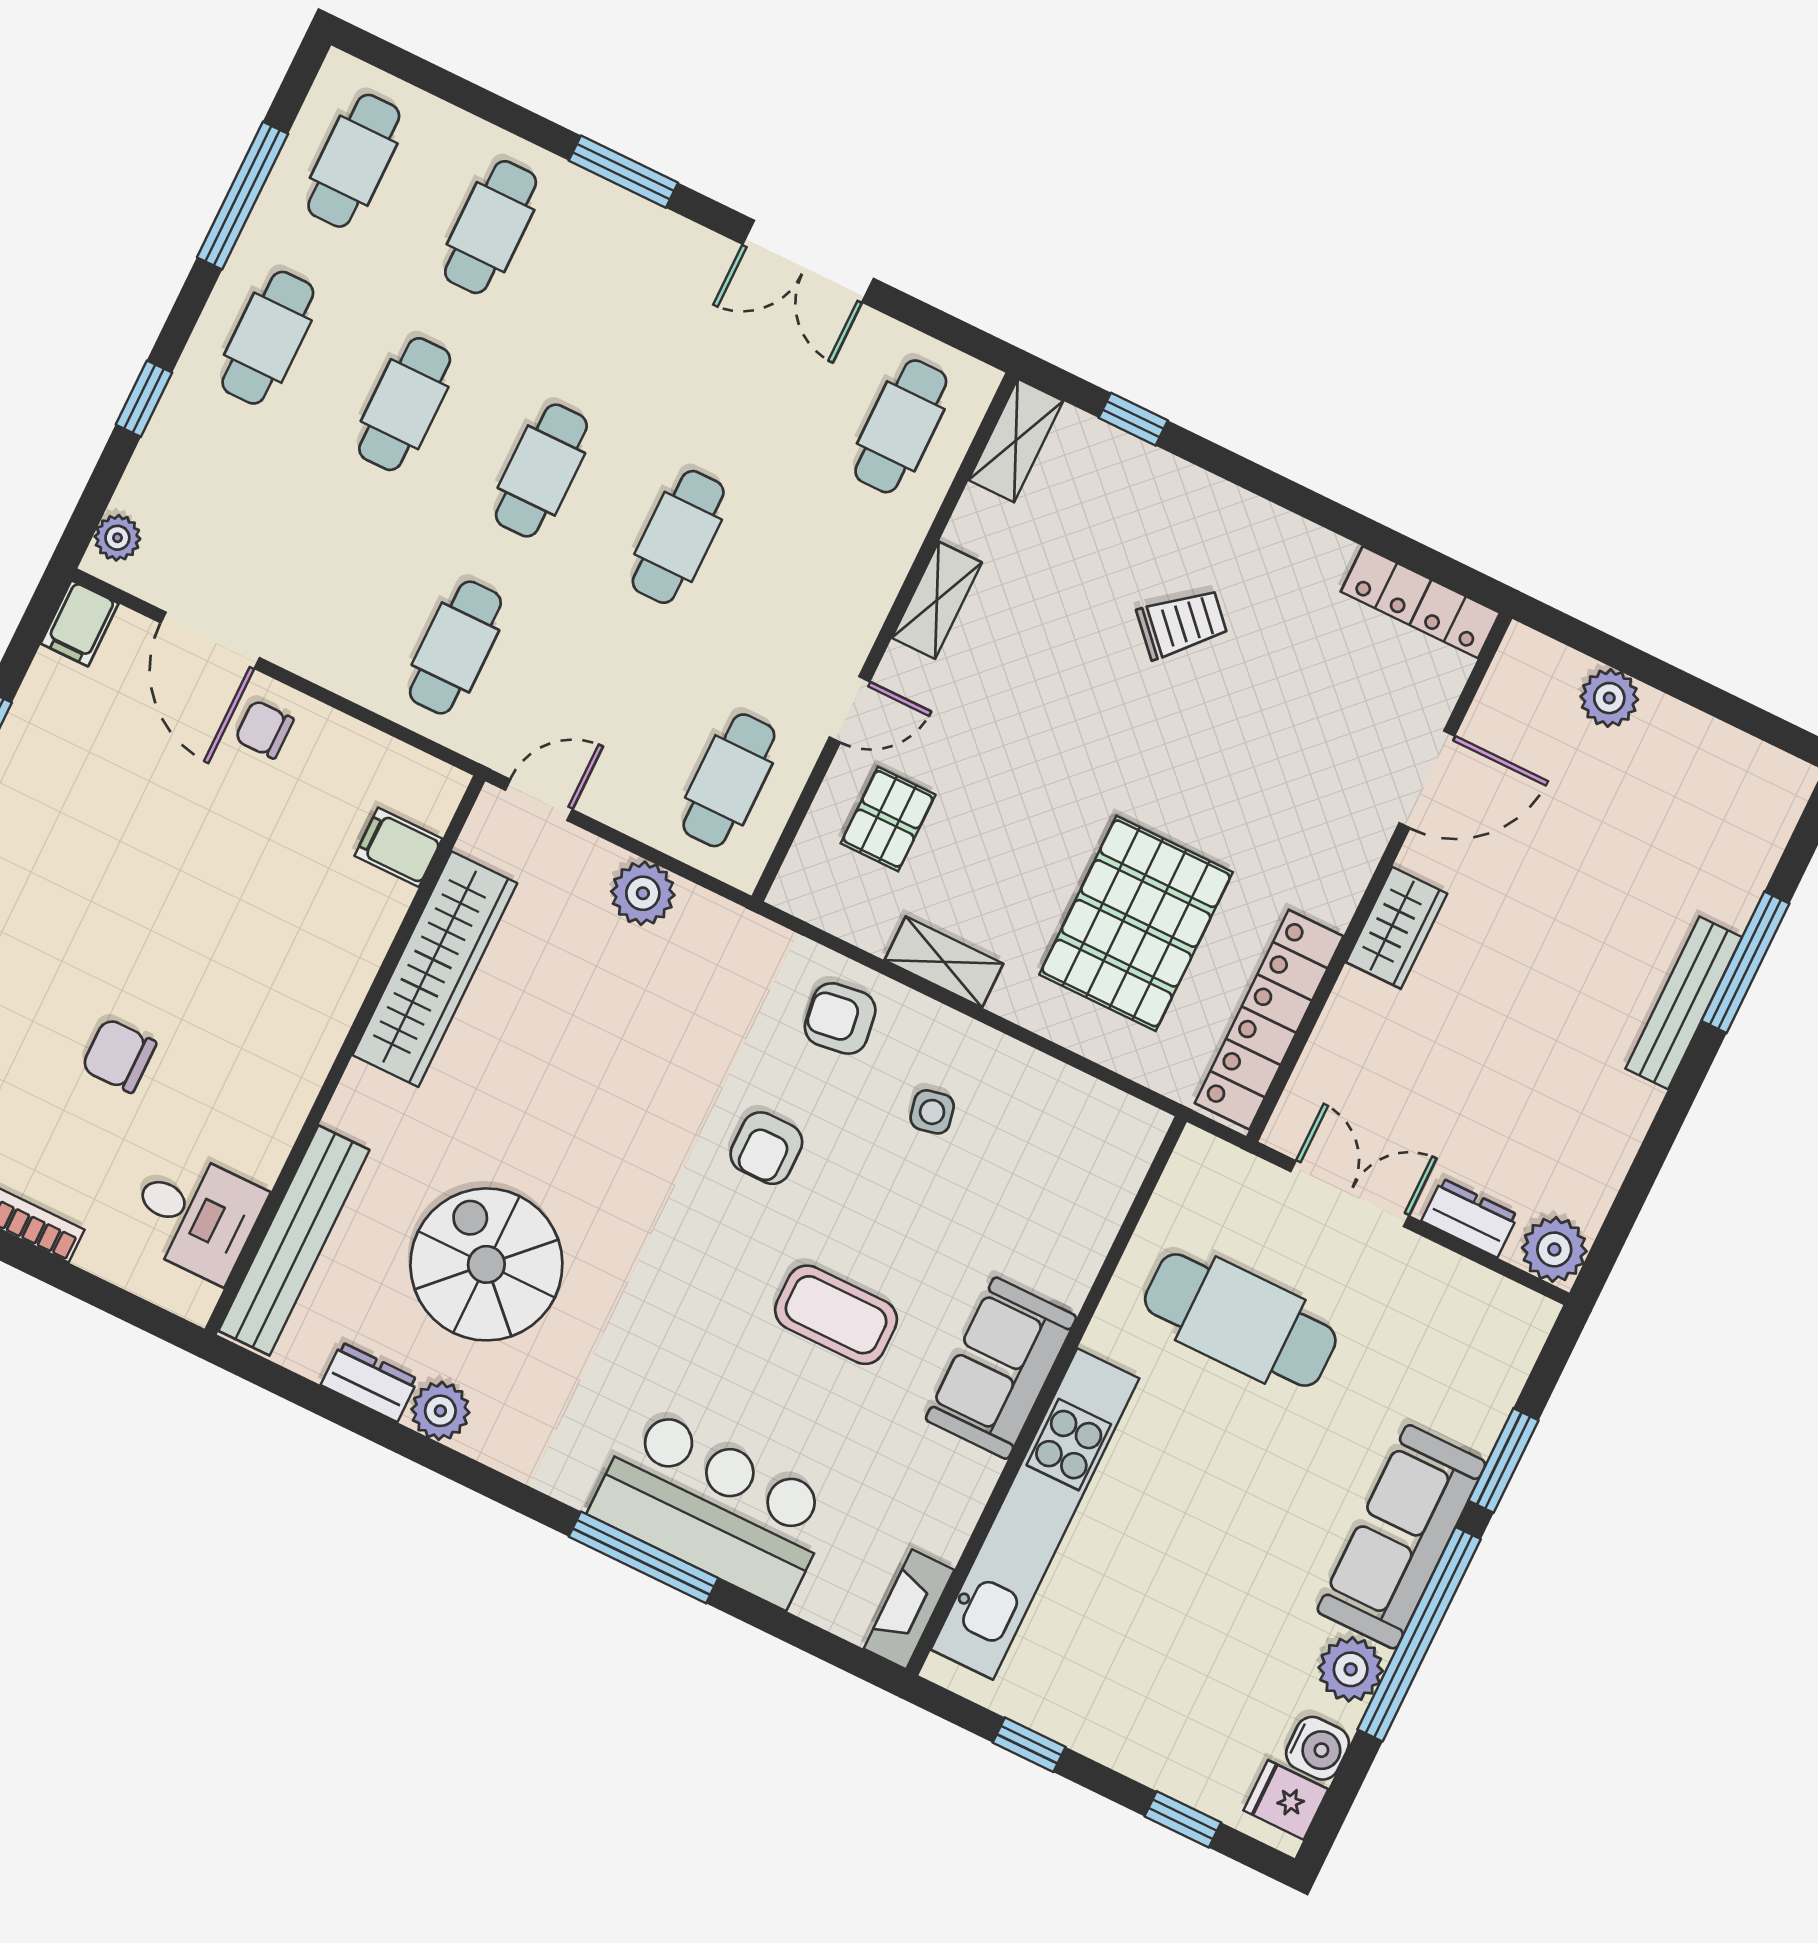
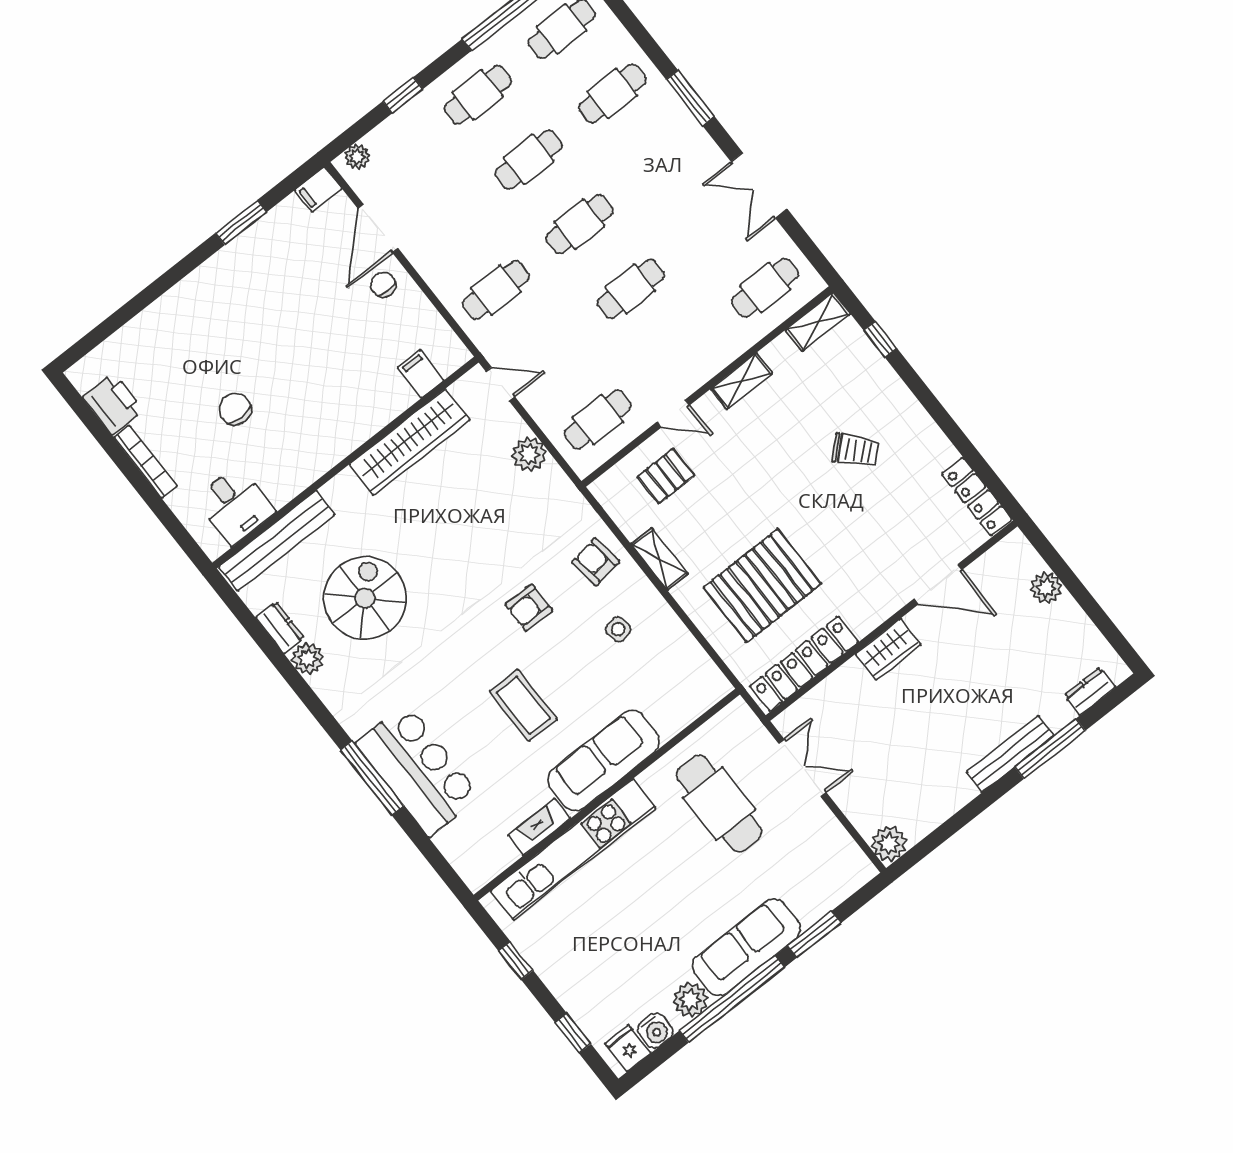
dresser: (1470, 1218) -> (1090, 691), moved, turned -90
sofa: (1001, 1368) -> (603, 761), width x1.36
fireplace: (909, 1609) -> (539, 827), moved

